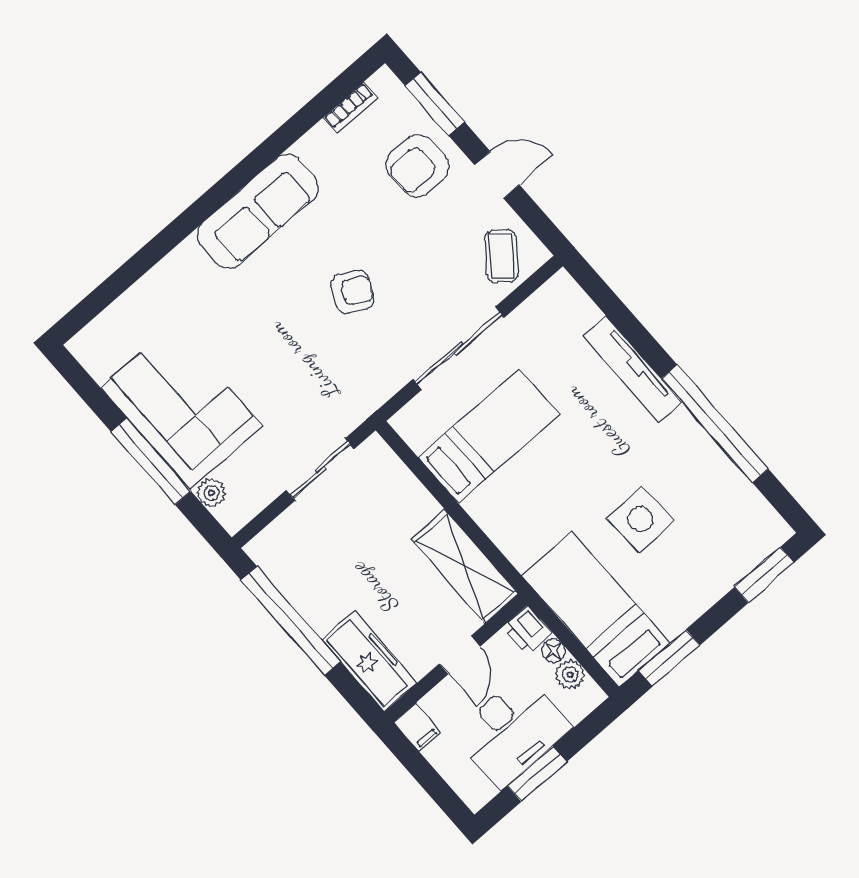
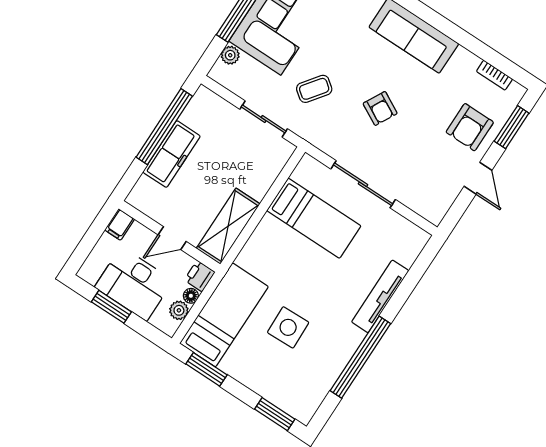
armchair: (417, 166) -> (470, 127), turned -90
coffee table: (502, 256) -> (314, 89), moved
freezer: (369, 661) -> (172, 154), moved

